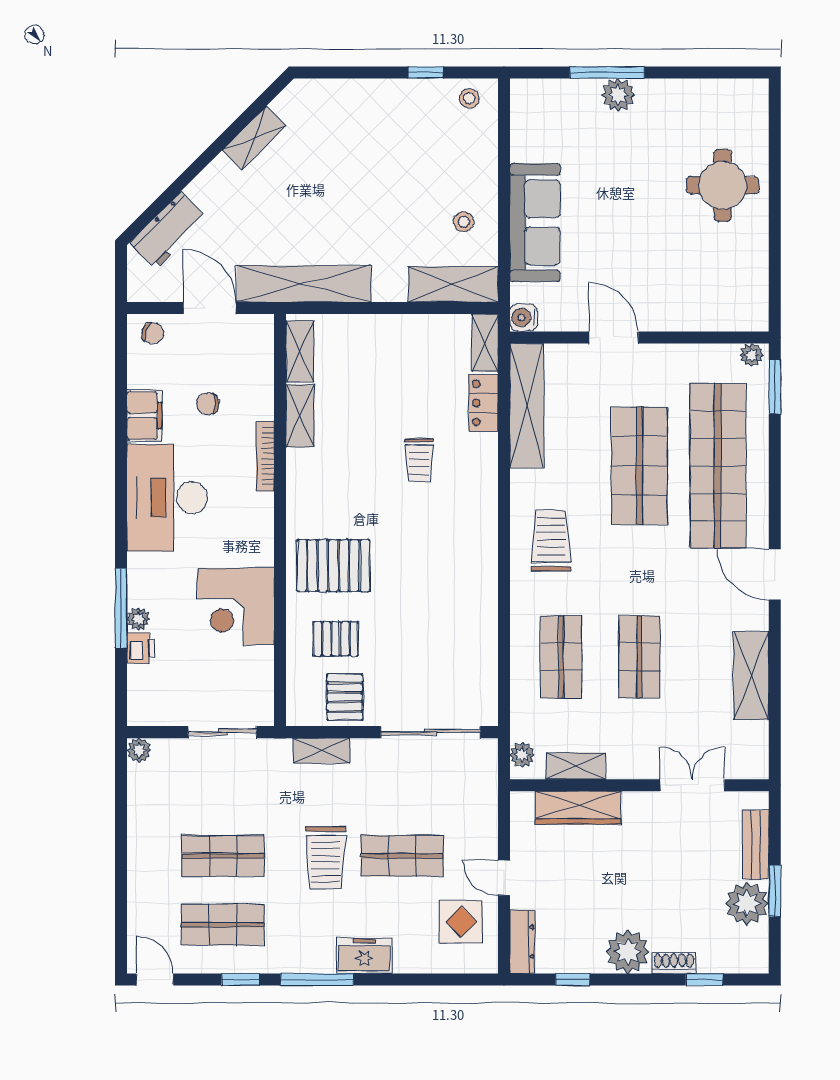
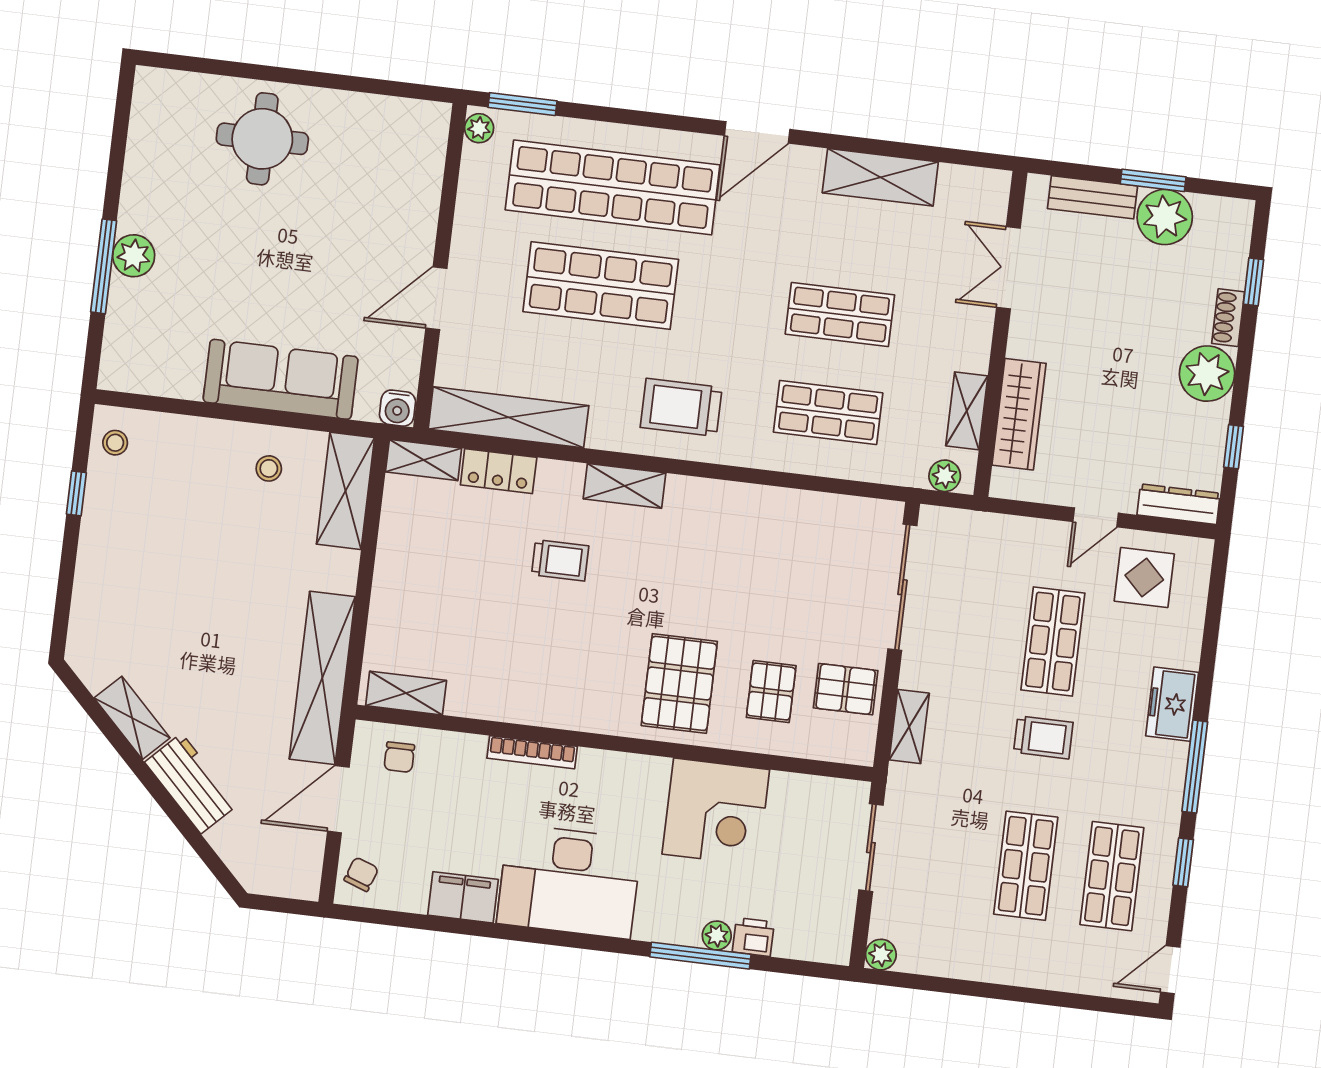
workbench: (168, 230) -> (191, 783), moved
chair: (208, 404) -> (399, 757), moved
shelving: (300, 416) -> (625, 486), moved
trolley: (326, 857) -> (1043, 737), width x0.73, depth x0.72

